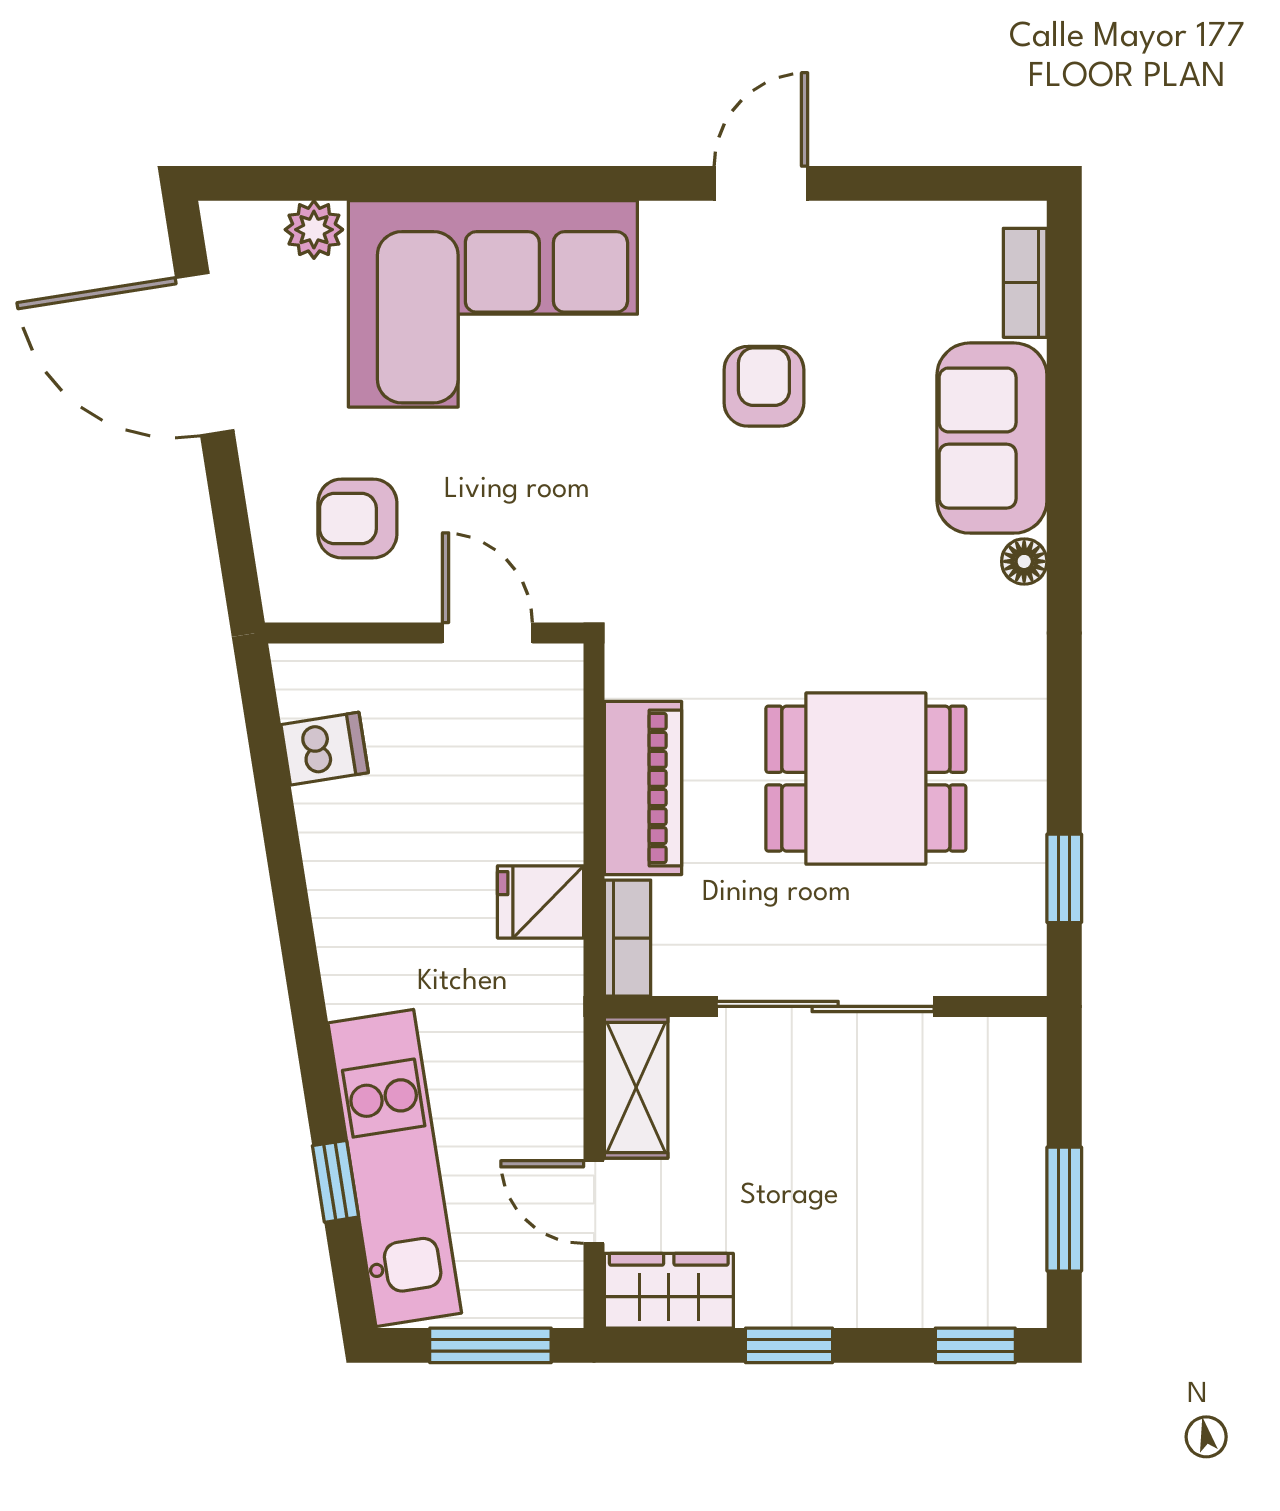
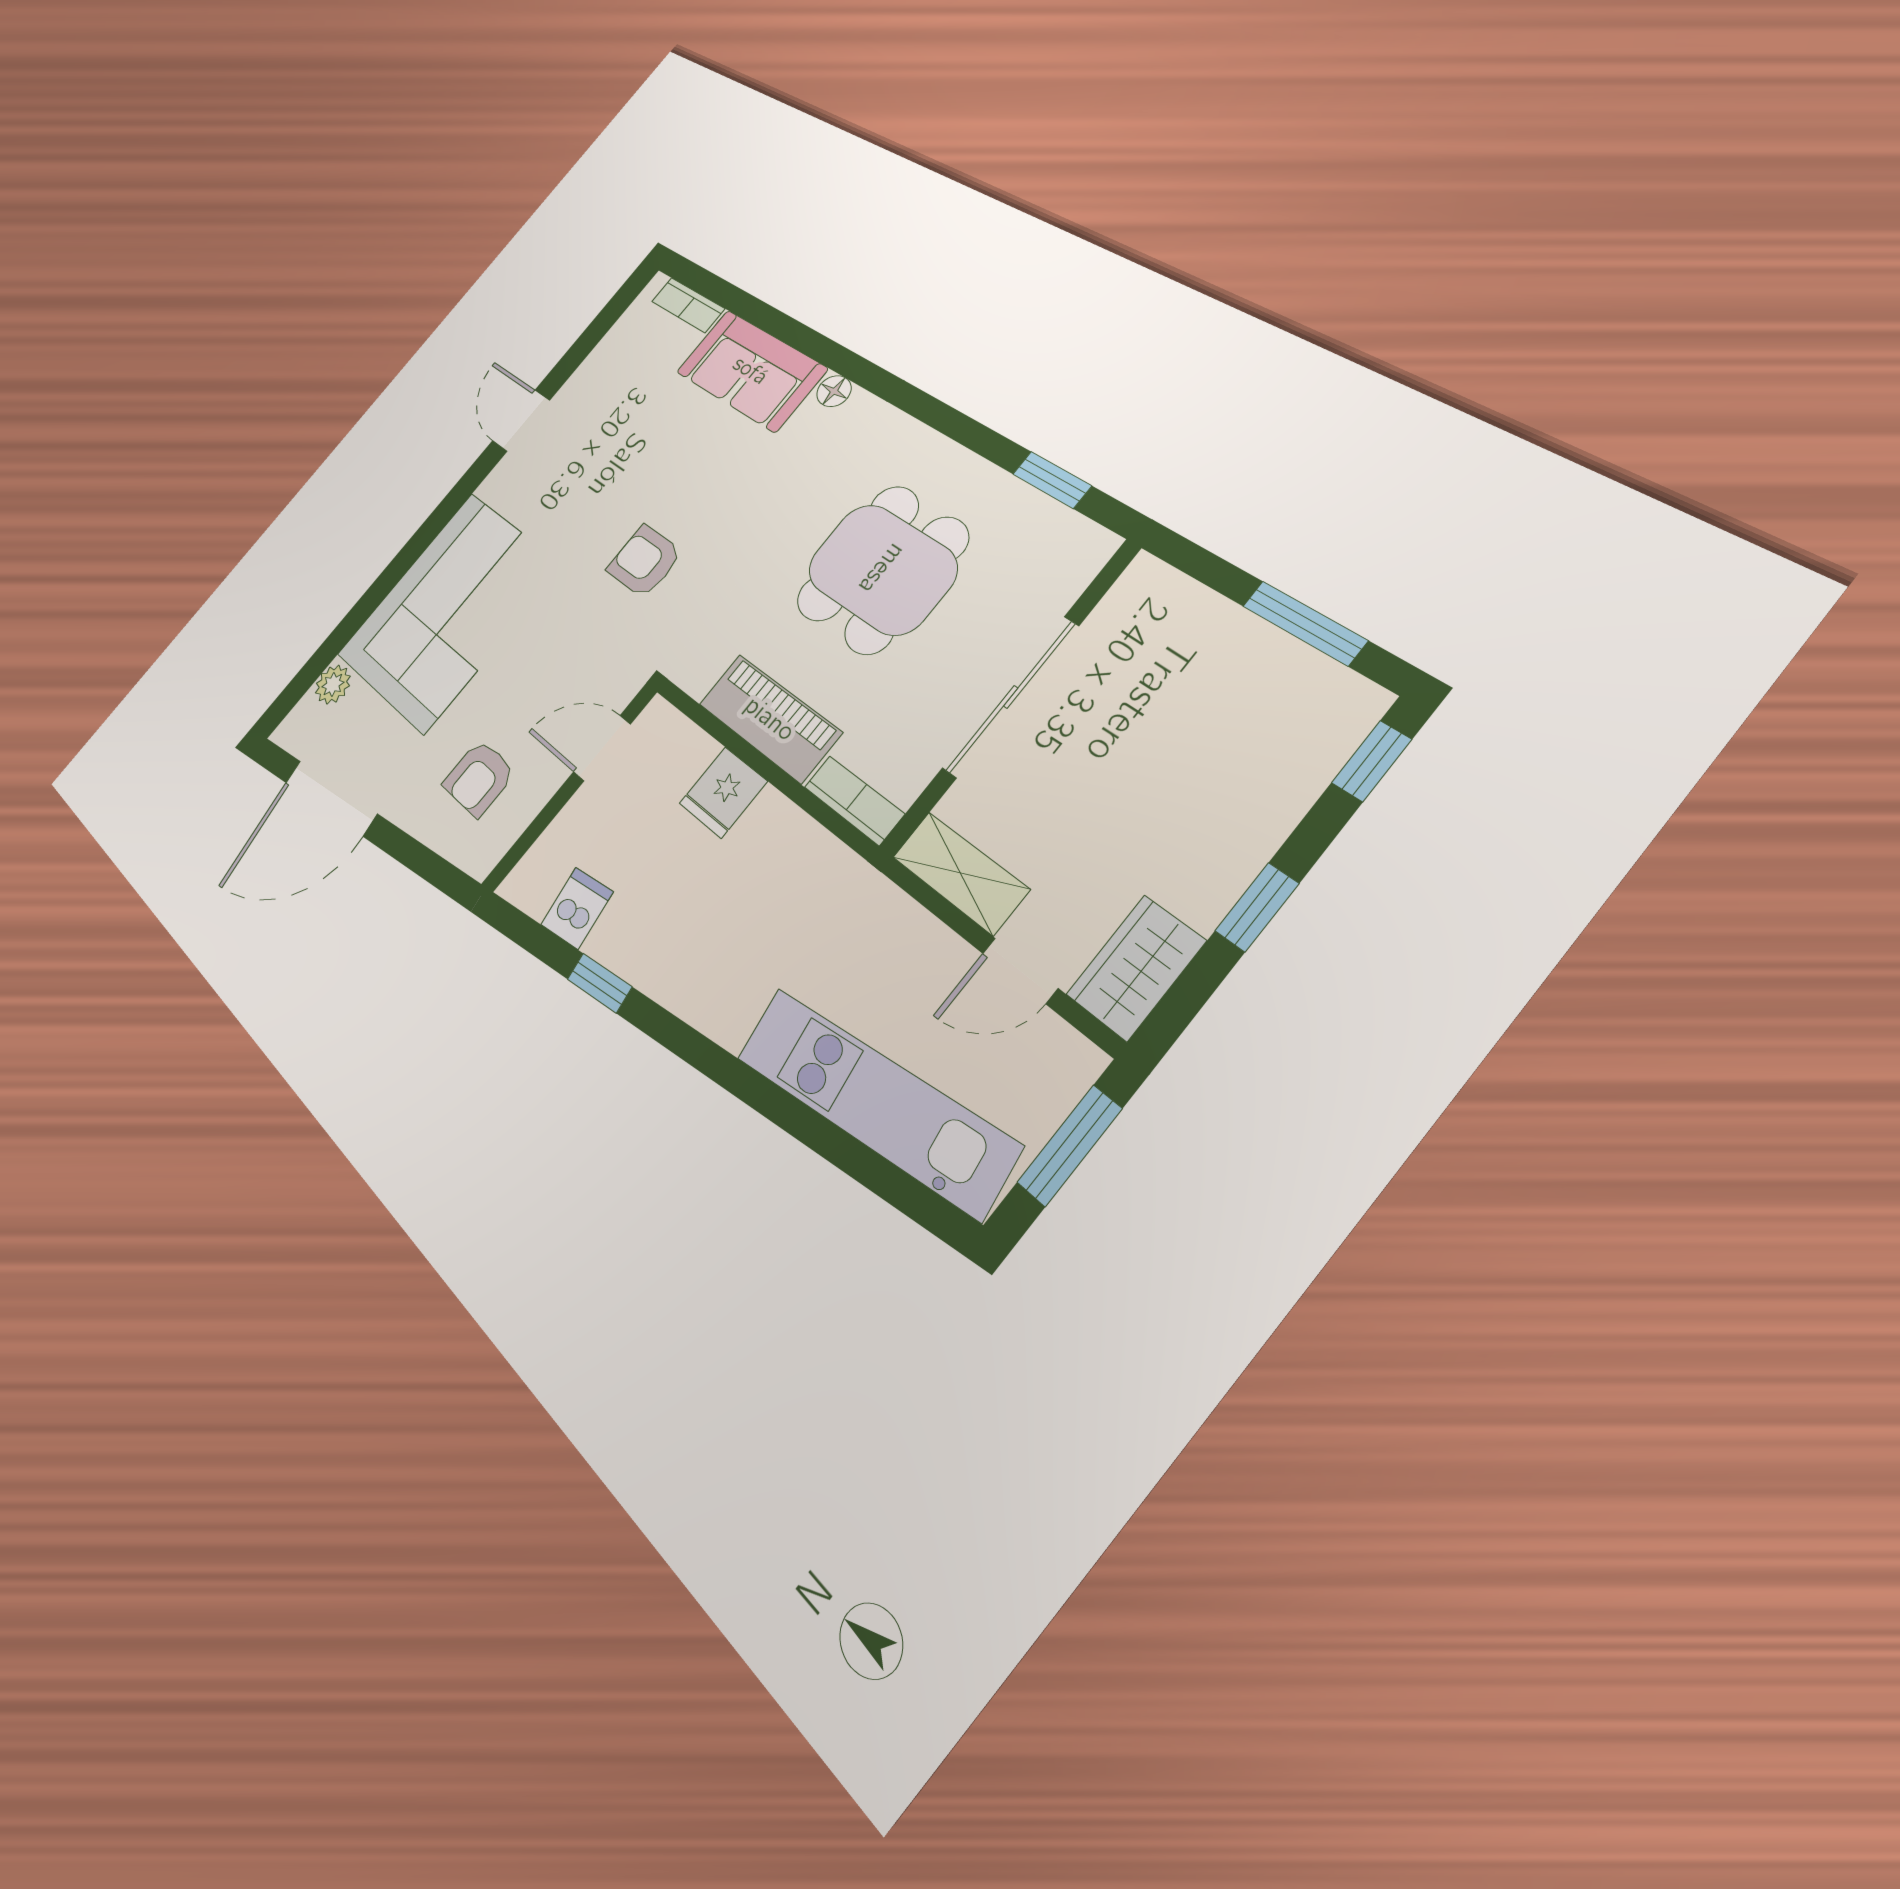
armchair: (764, 386) -> (645, 561), moved
fridge: (540, 902) -> (723, 792), moved
window: (335, 1181) -> (599, 983), moved

